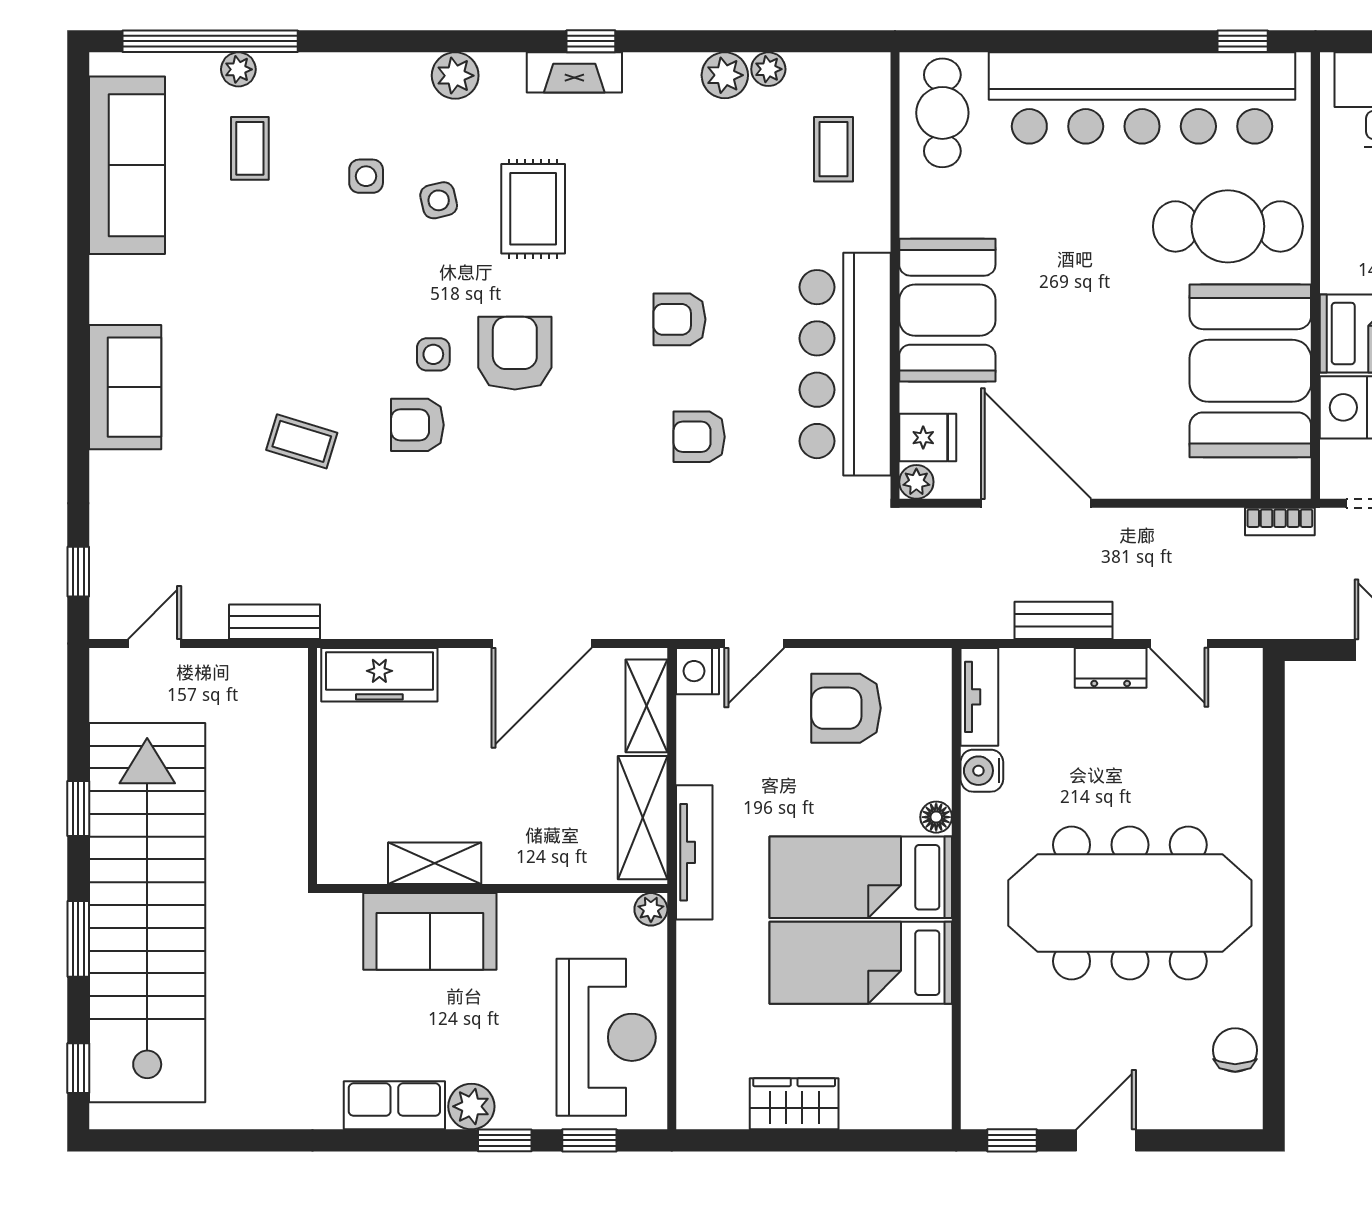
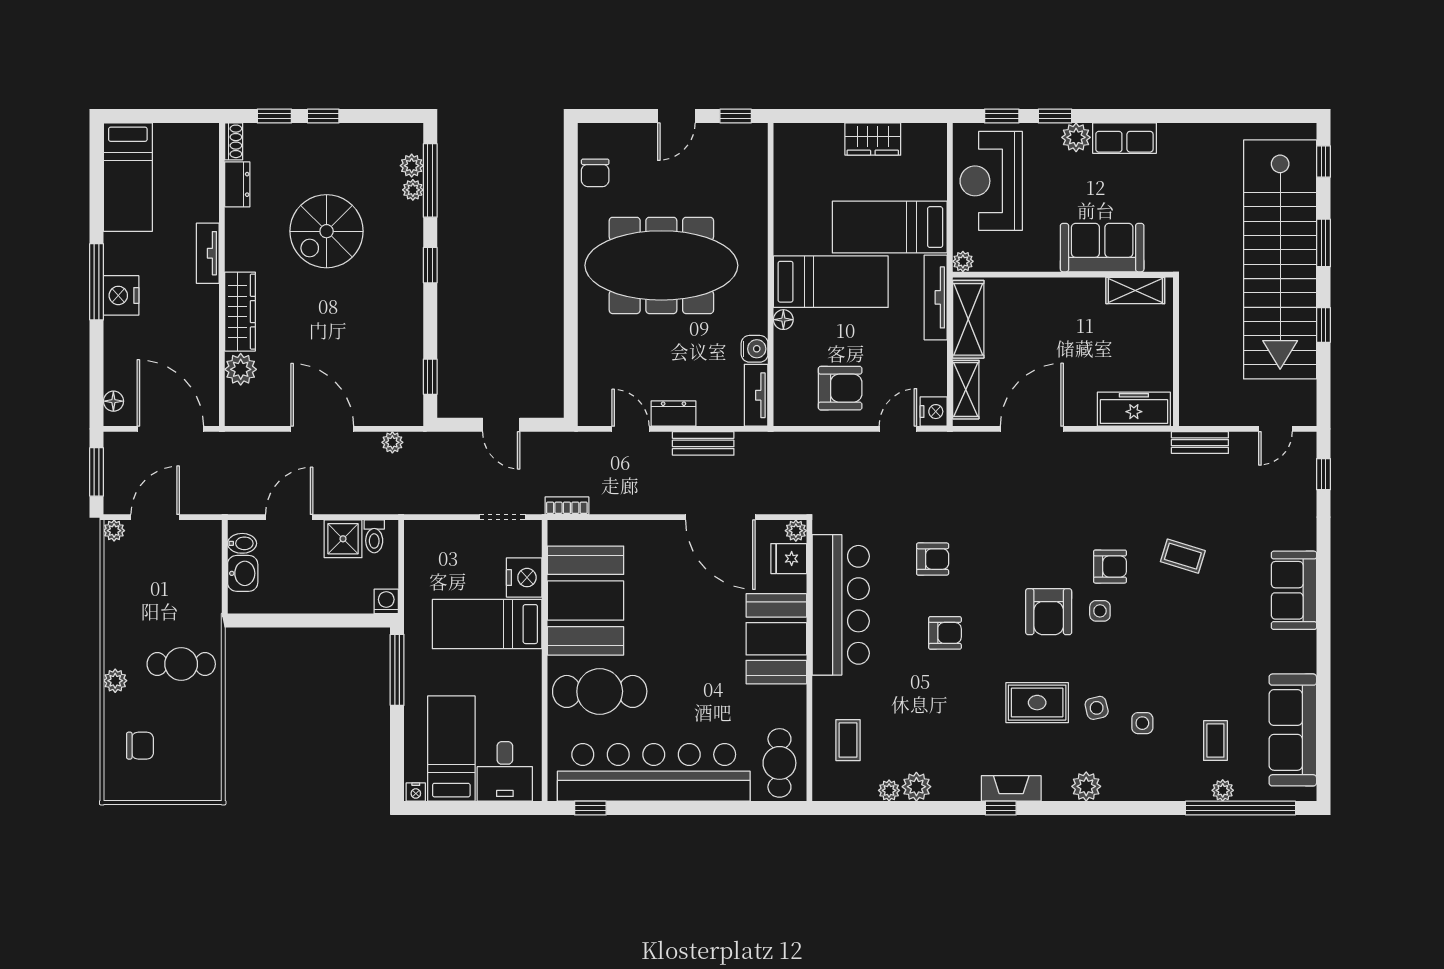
rug: (533, 209) -> (1037, 703), turned 90
shelving: (435, 863) -> (1135, 290), moved
bed: (861, 963) -> (890, 227), moved, turned 180

